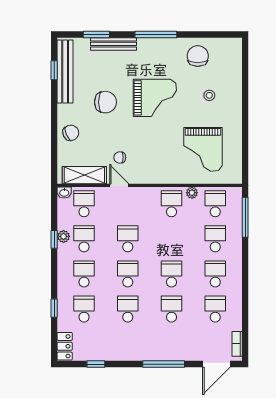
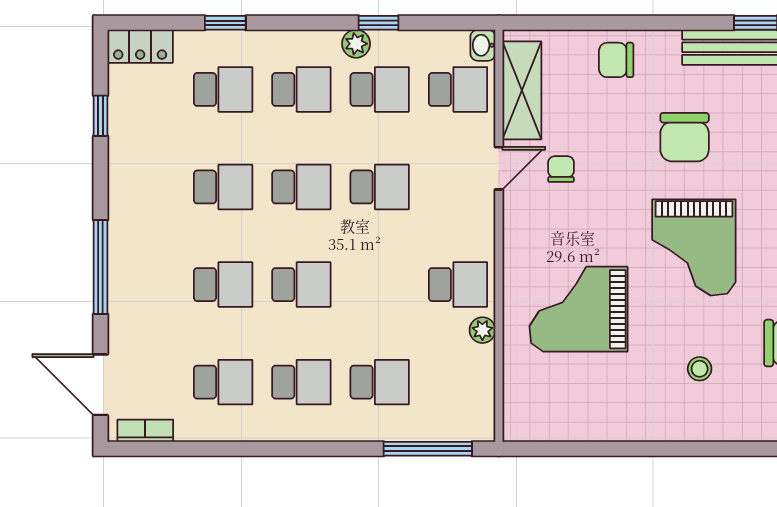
chair: (71, 133) -> (616, 60), turned 114
grand piano: (203, 149) -> (578, 309), moved
school desk: (215, 204) -> (458, 382), removed
plant: (64, 236) -> (356, 44), moved

